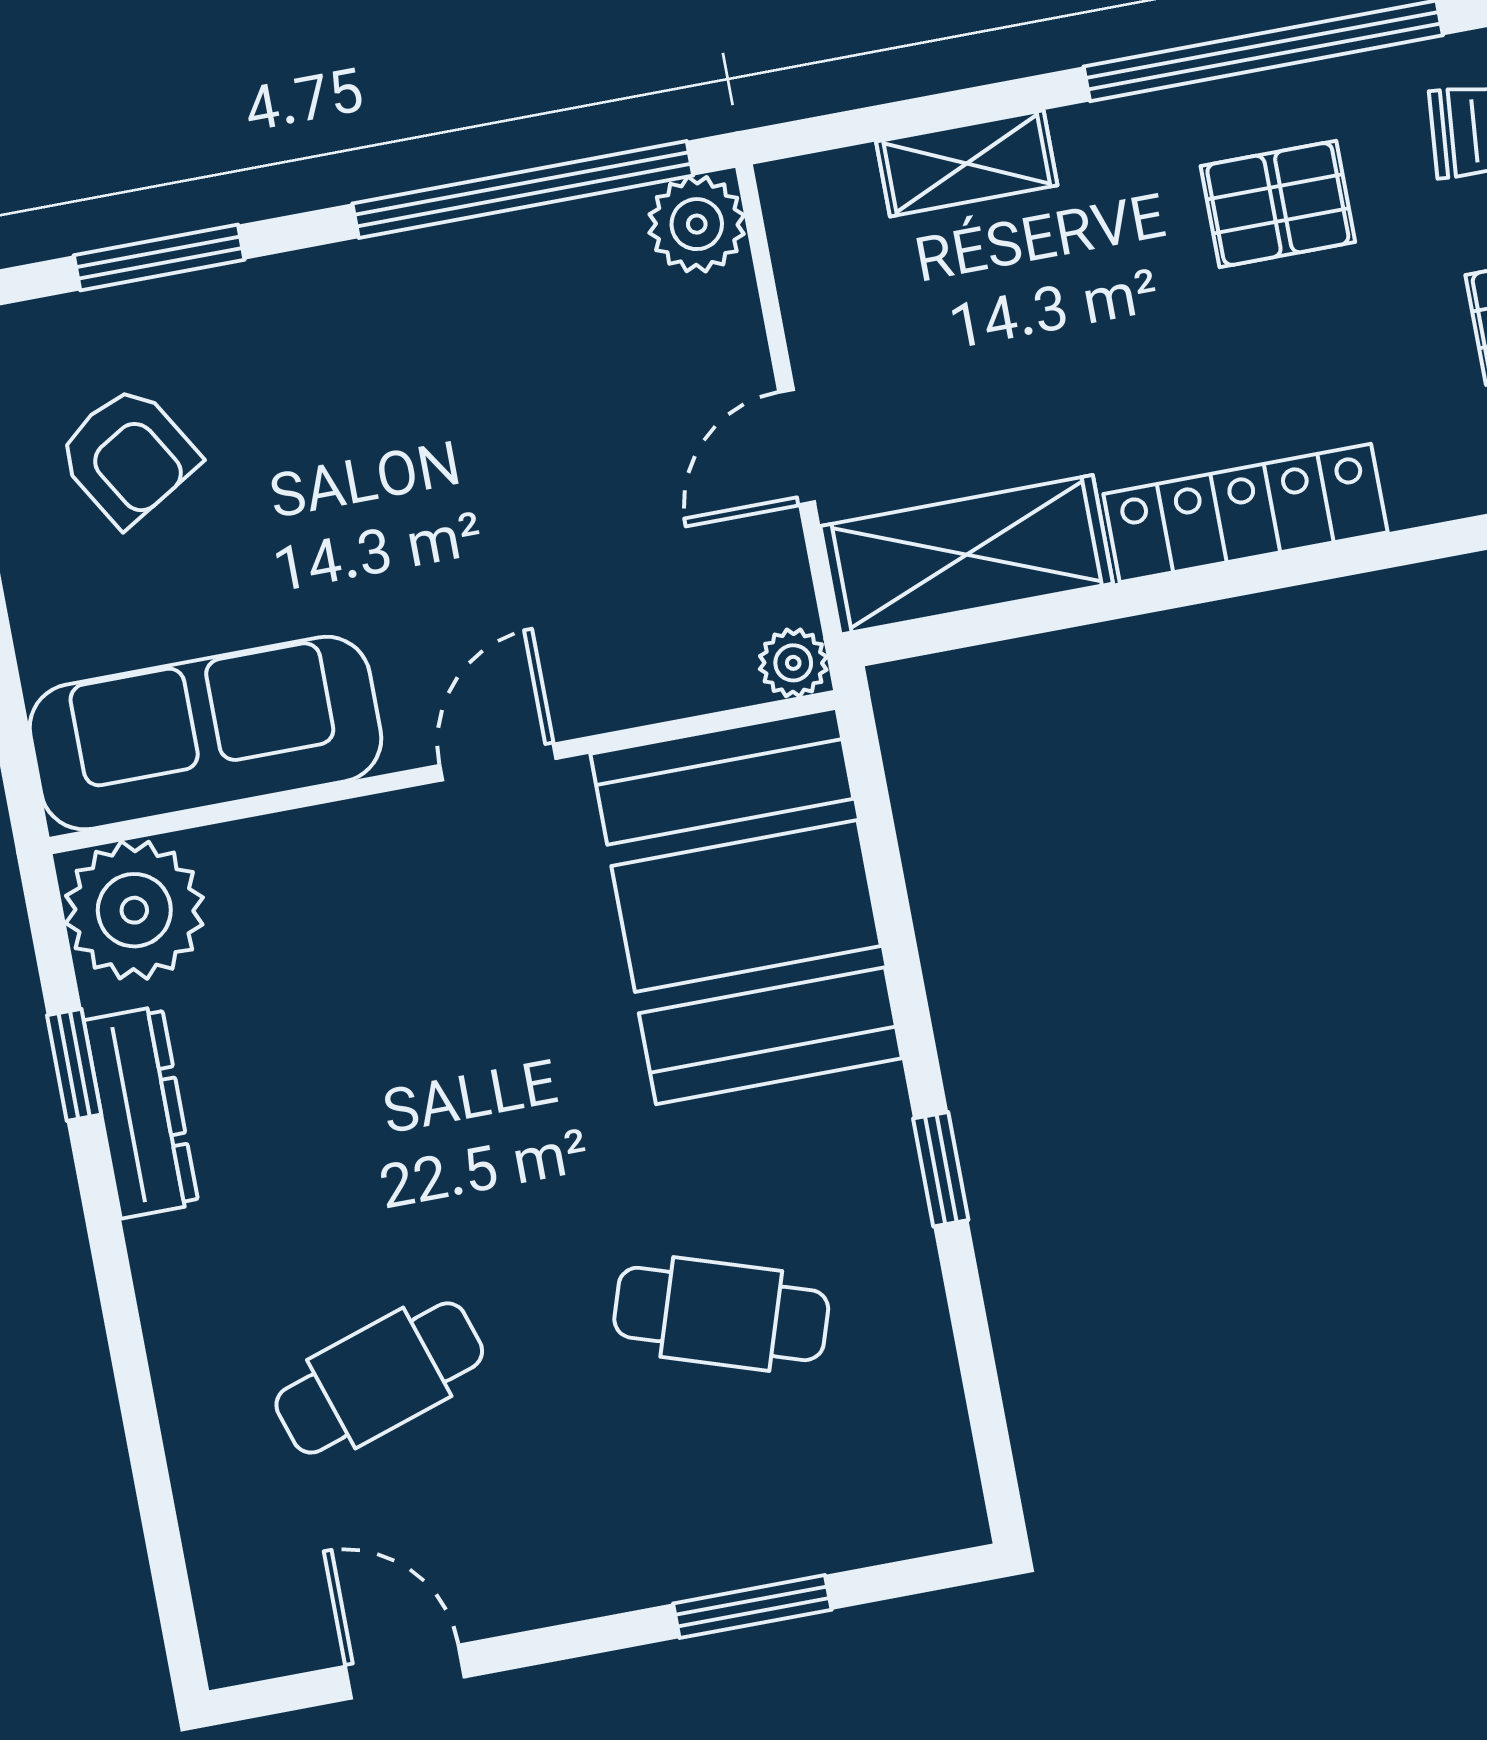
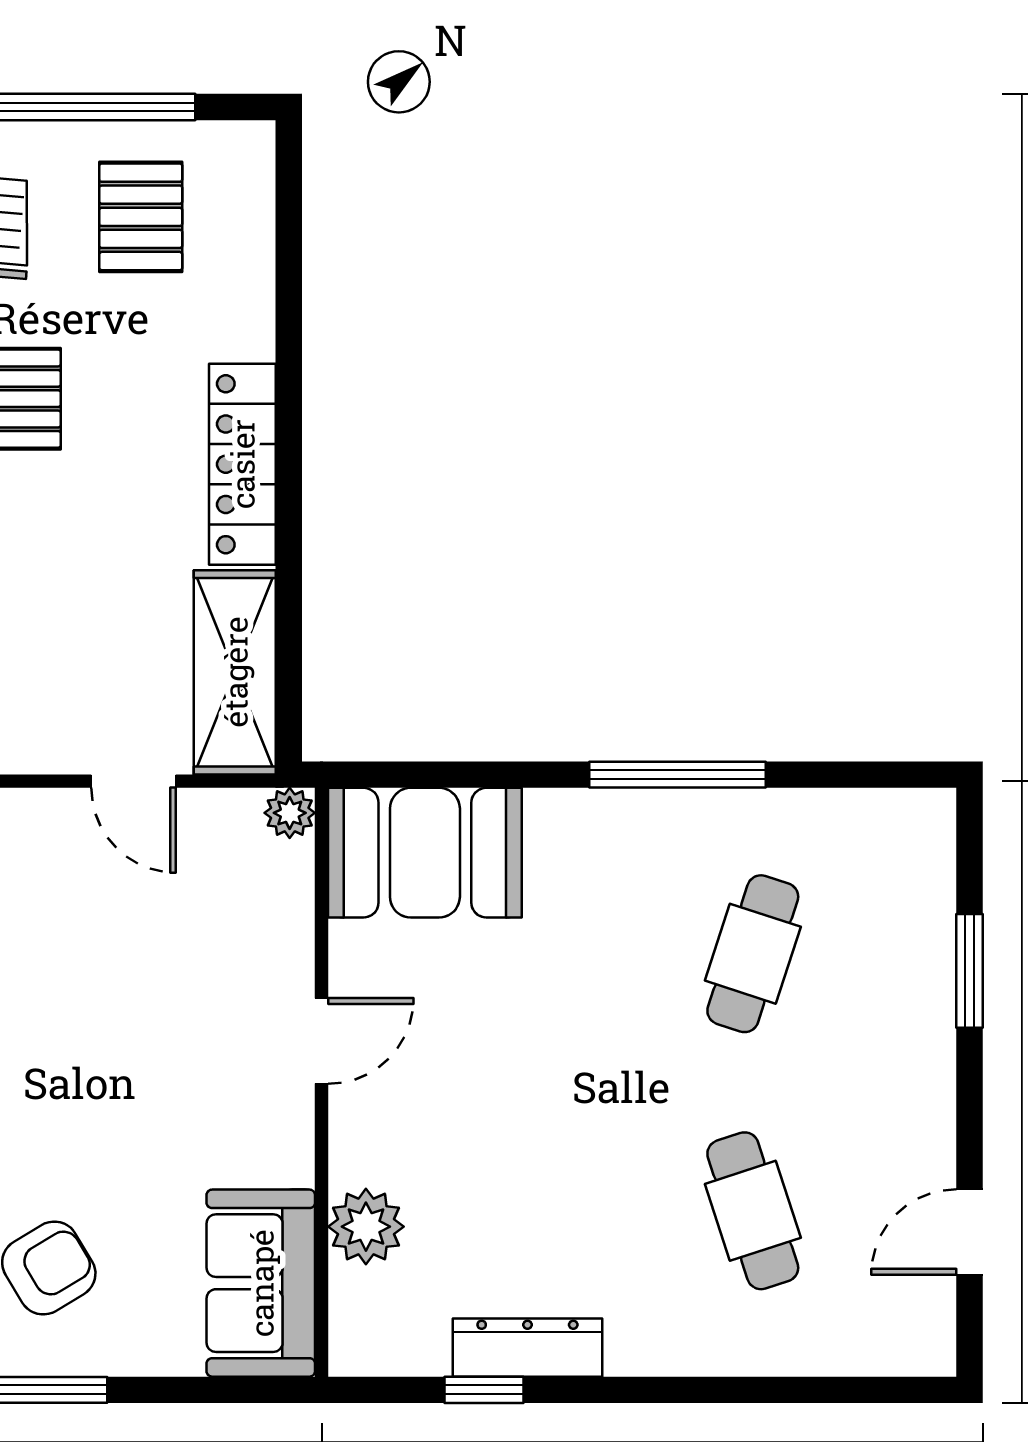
sofa: (205, 733) -> (261, 1283), width x0.73
door: (498, 762) -> (322, 1041), swing flipped
booth: (746, 906) -> (425, 853), width x0.73, depth x0.70
plant: (134, 910) -> (366, 1227), moved, width x0.73, depth x0.73
window: (941, 1169) -> (678, 775), width x2.17

